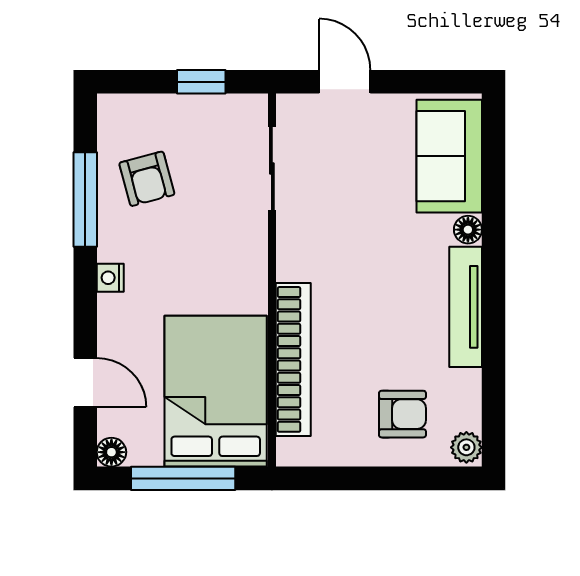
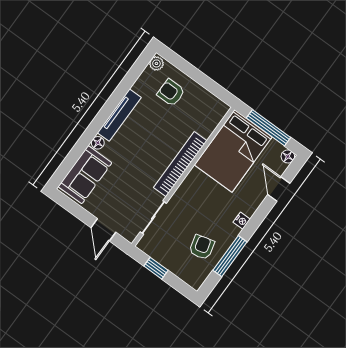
bookcase: (293, 359) -> (180, 164), moved

